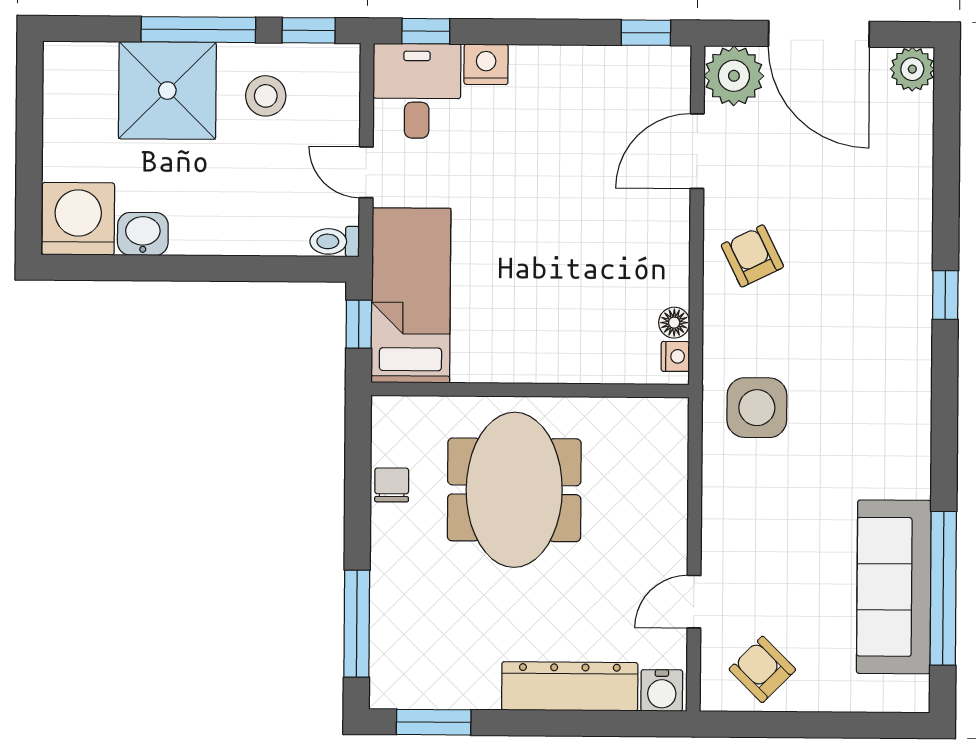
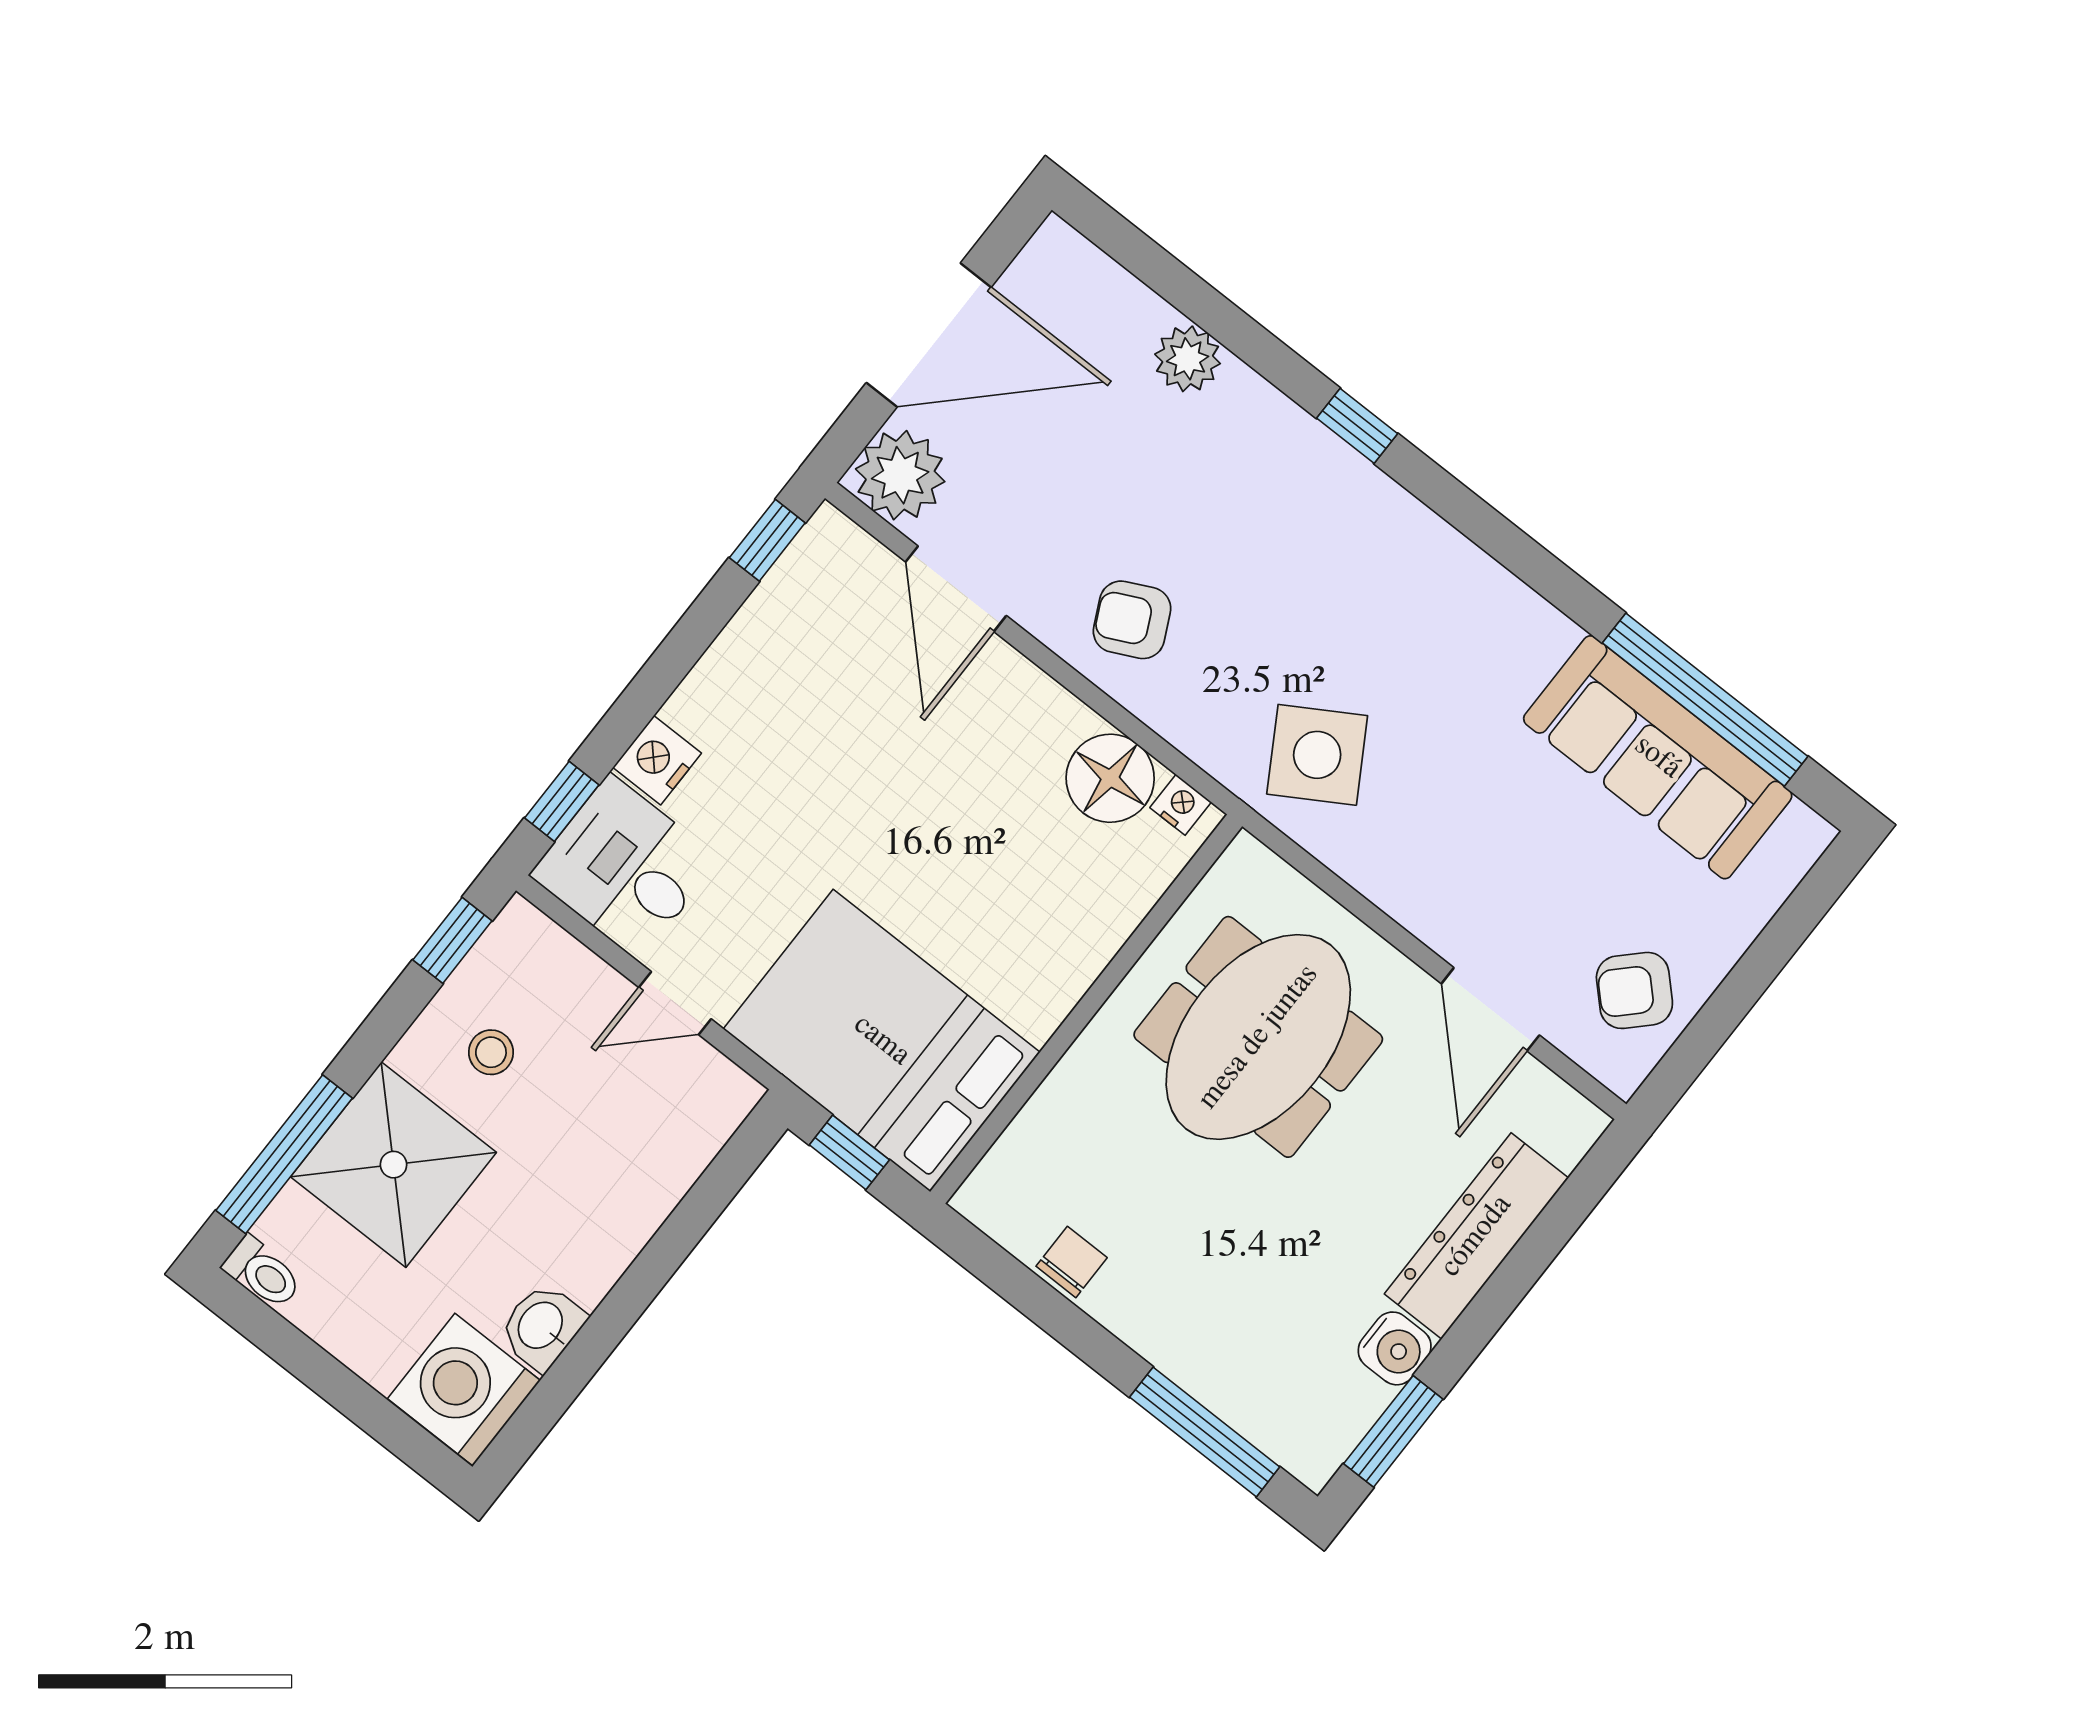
window: (198, 30) -> (284, 1154), moved
plant: (912, 69) -> (1188, 359), moved
stool: (266, 96) -> (491, 1052), width x0.73, depth x0.73
toilet: (335, 241) -> (262, 1273), moved, turned -90
bed: (411, 295) -> (882, 1040), width x1.50
floor lamp: (674, 323) -> (1110, 778), width x1.89, depth x1.89
side table: (757, 408) -> (1317, 755), turned -31
chair: (392, 485) -> (1072, 1262), turned 90
meeting table: (514, 490) -> (1258, 1037), moved, turned 90
door: (694, 602) -> (1490, 1009), width x1.38
water cooler: (662, 690) -> (1395, 1348), moved

